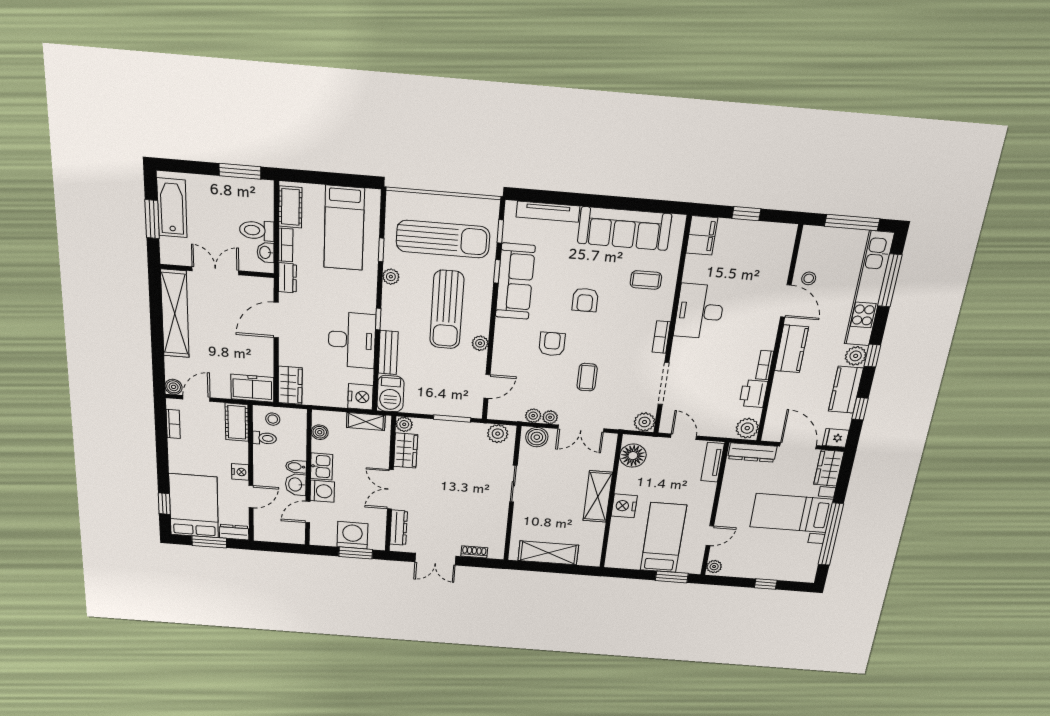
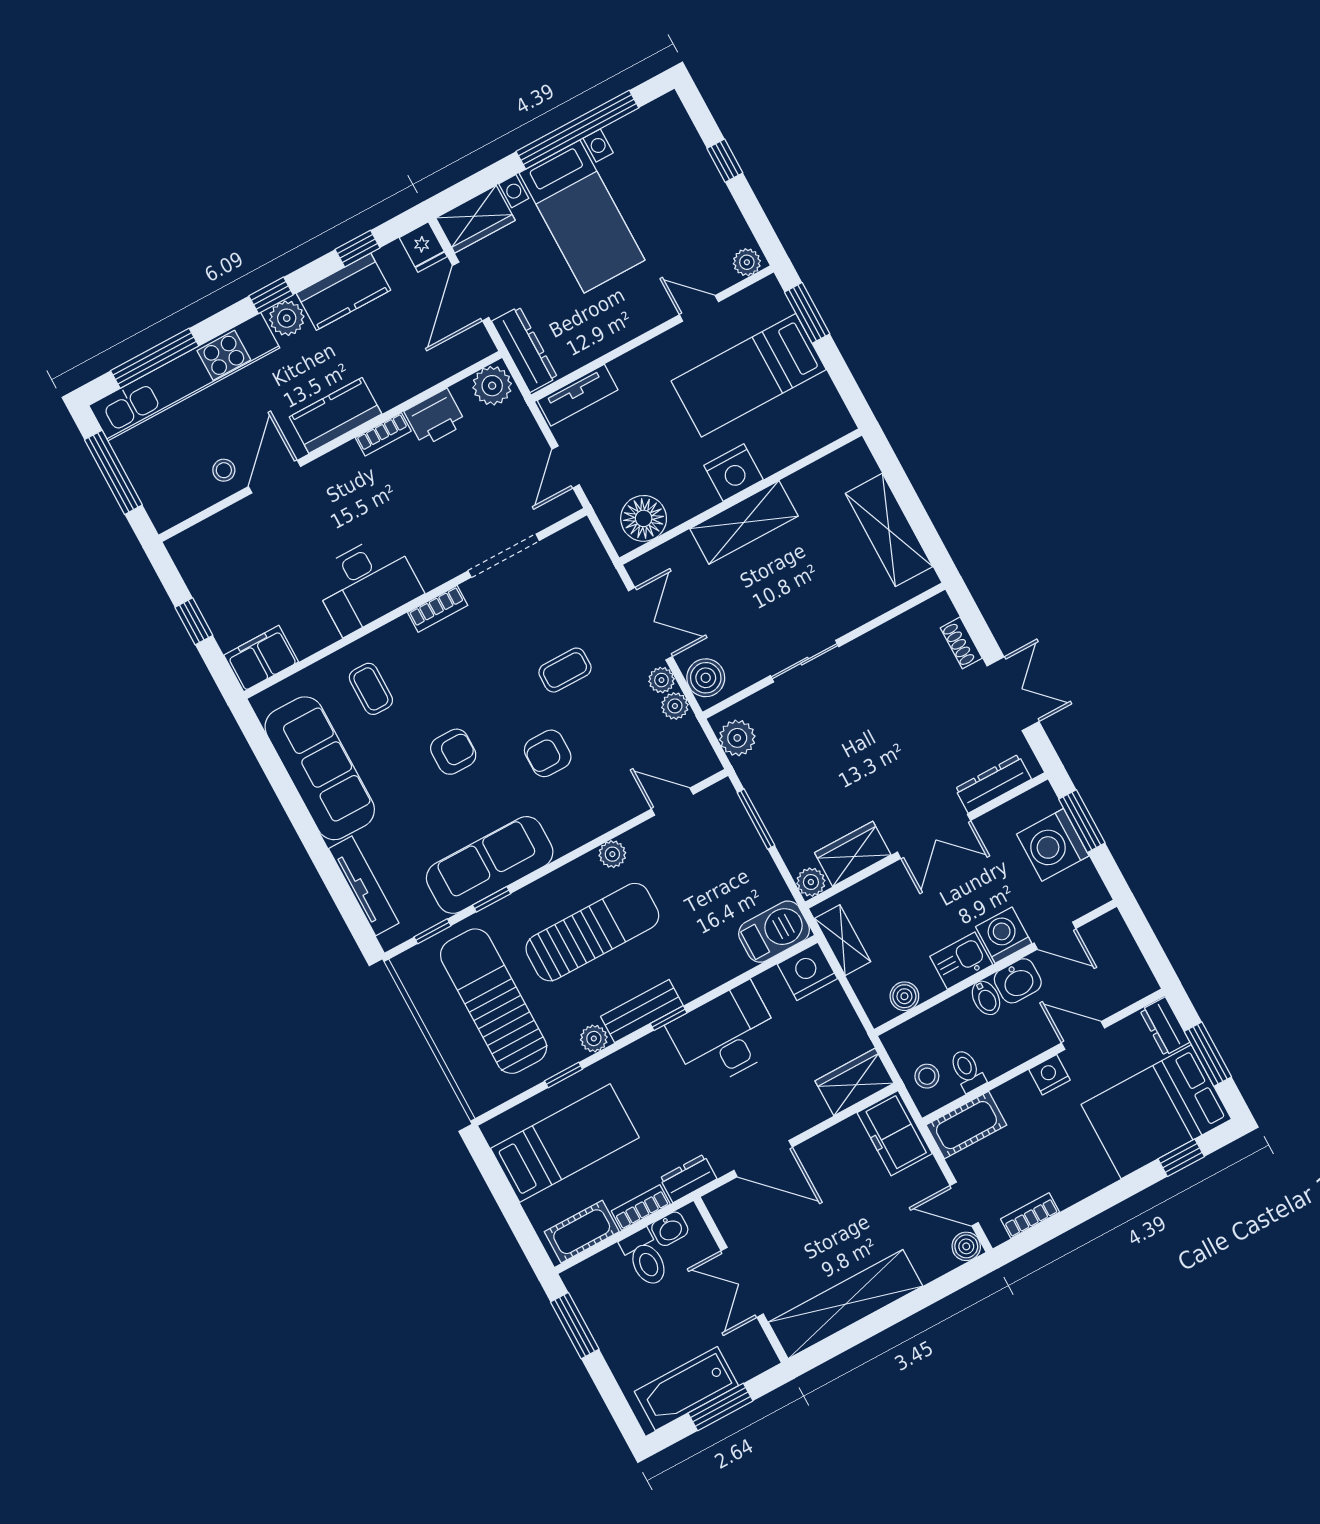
bench: (388, 353) -> (642, 1011), moved
plant: (645, 422) -> (580, 540), removed

